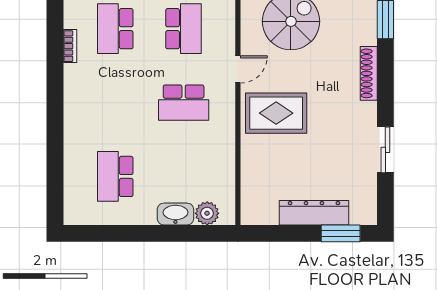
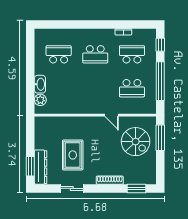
school desk: (184, 103) -> (95, 54), moved, turned -90
rug: (276, 113) -> (73, 155), moved
dresser: (314, 213) -> (41, 167), moved

